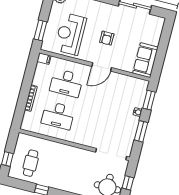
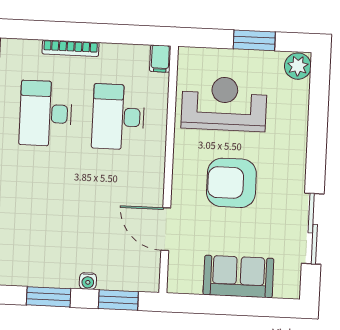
window: (40, 30) -> (254, 40), moved
armchair: (107, 38) -> (231, 183), width x1.88, depth x1.88
sofa: (145, 60) -> (238, 277), moved
door: (102, 67) -> (166, 229), moved

